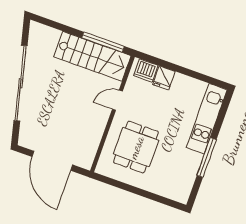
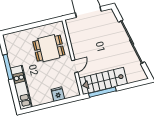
dishwasher: (146, 70) -> (70, 92), removed
dining table: (136, 147) -> (49, 48), turned 90

